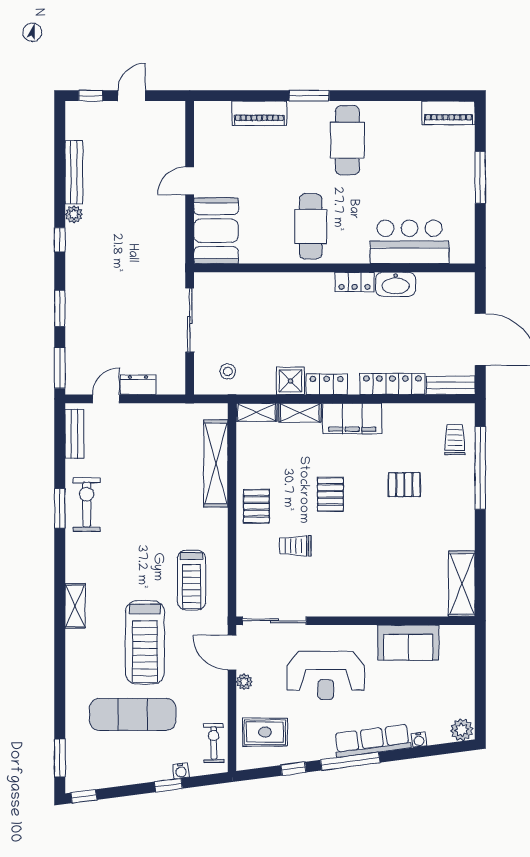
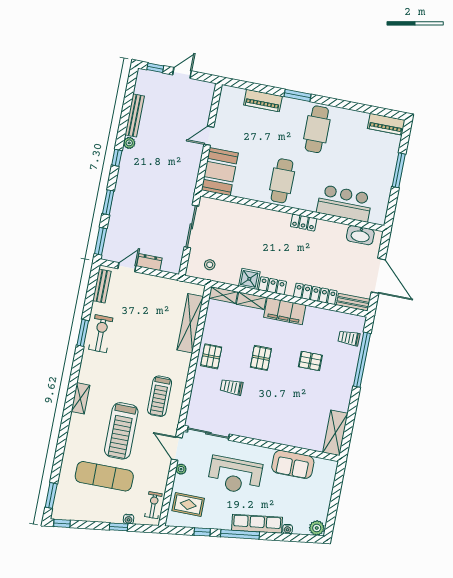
washbasin: (396, 284) -> (360, 235), moved
trolley: (455, 440) -> (349, 338), turned -90

